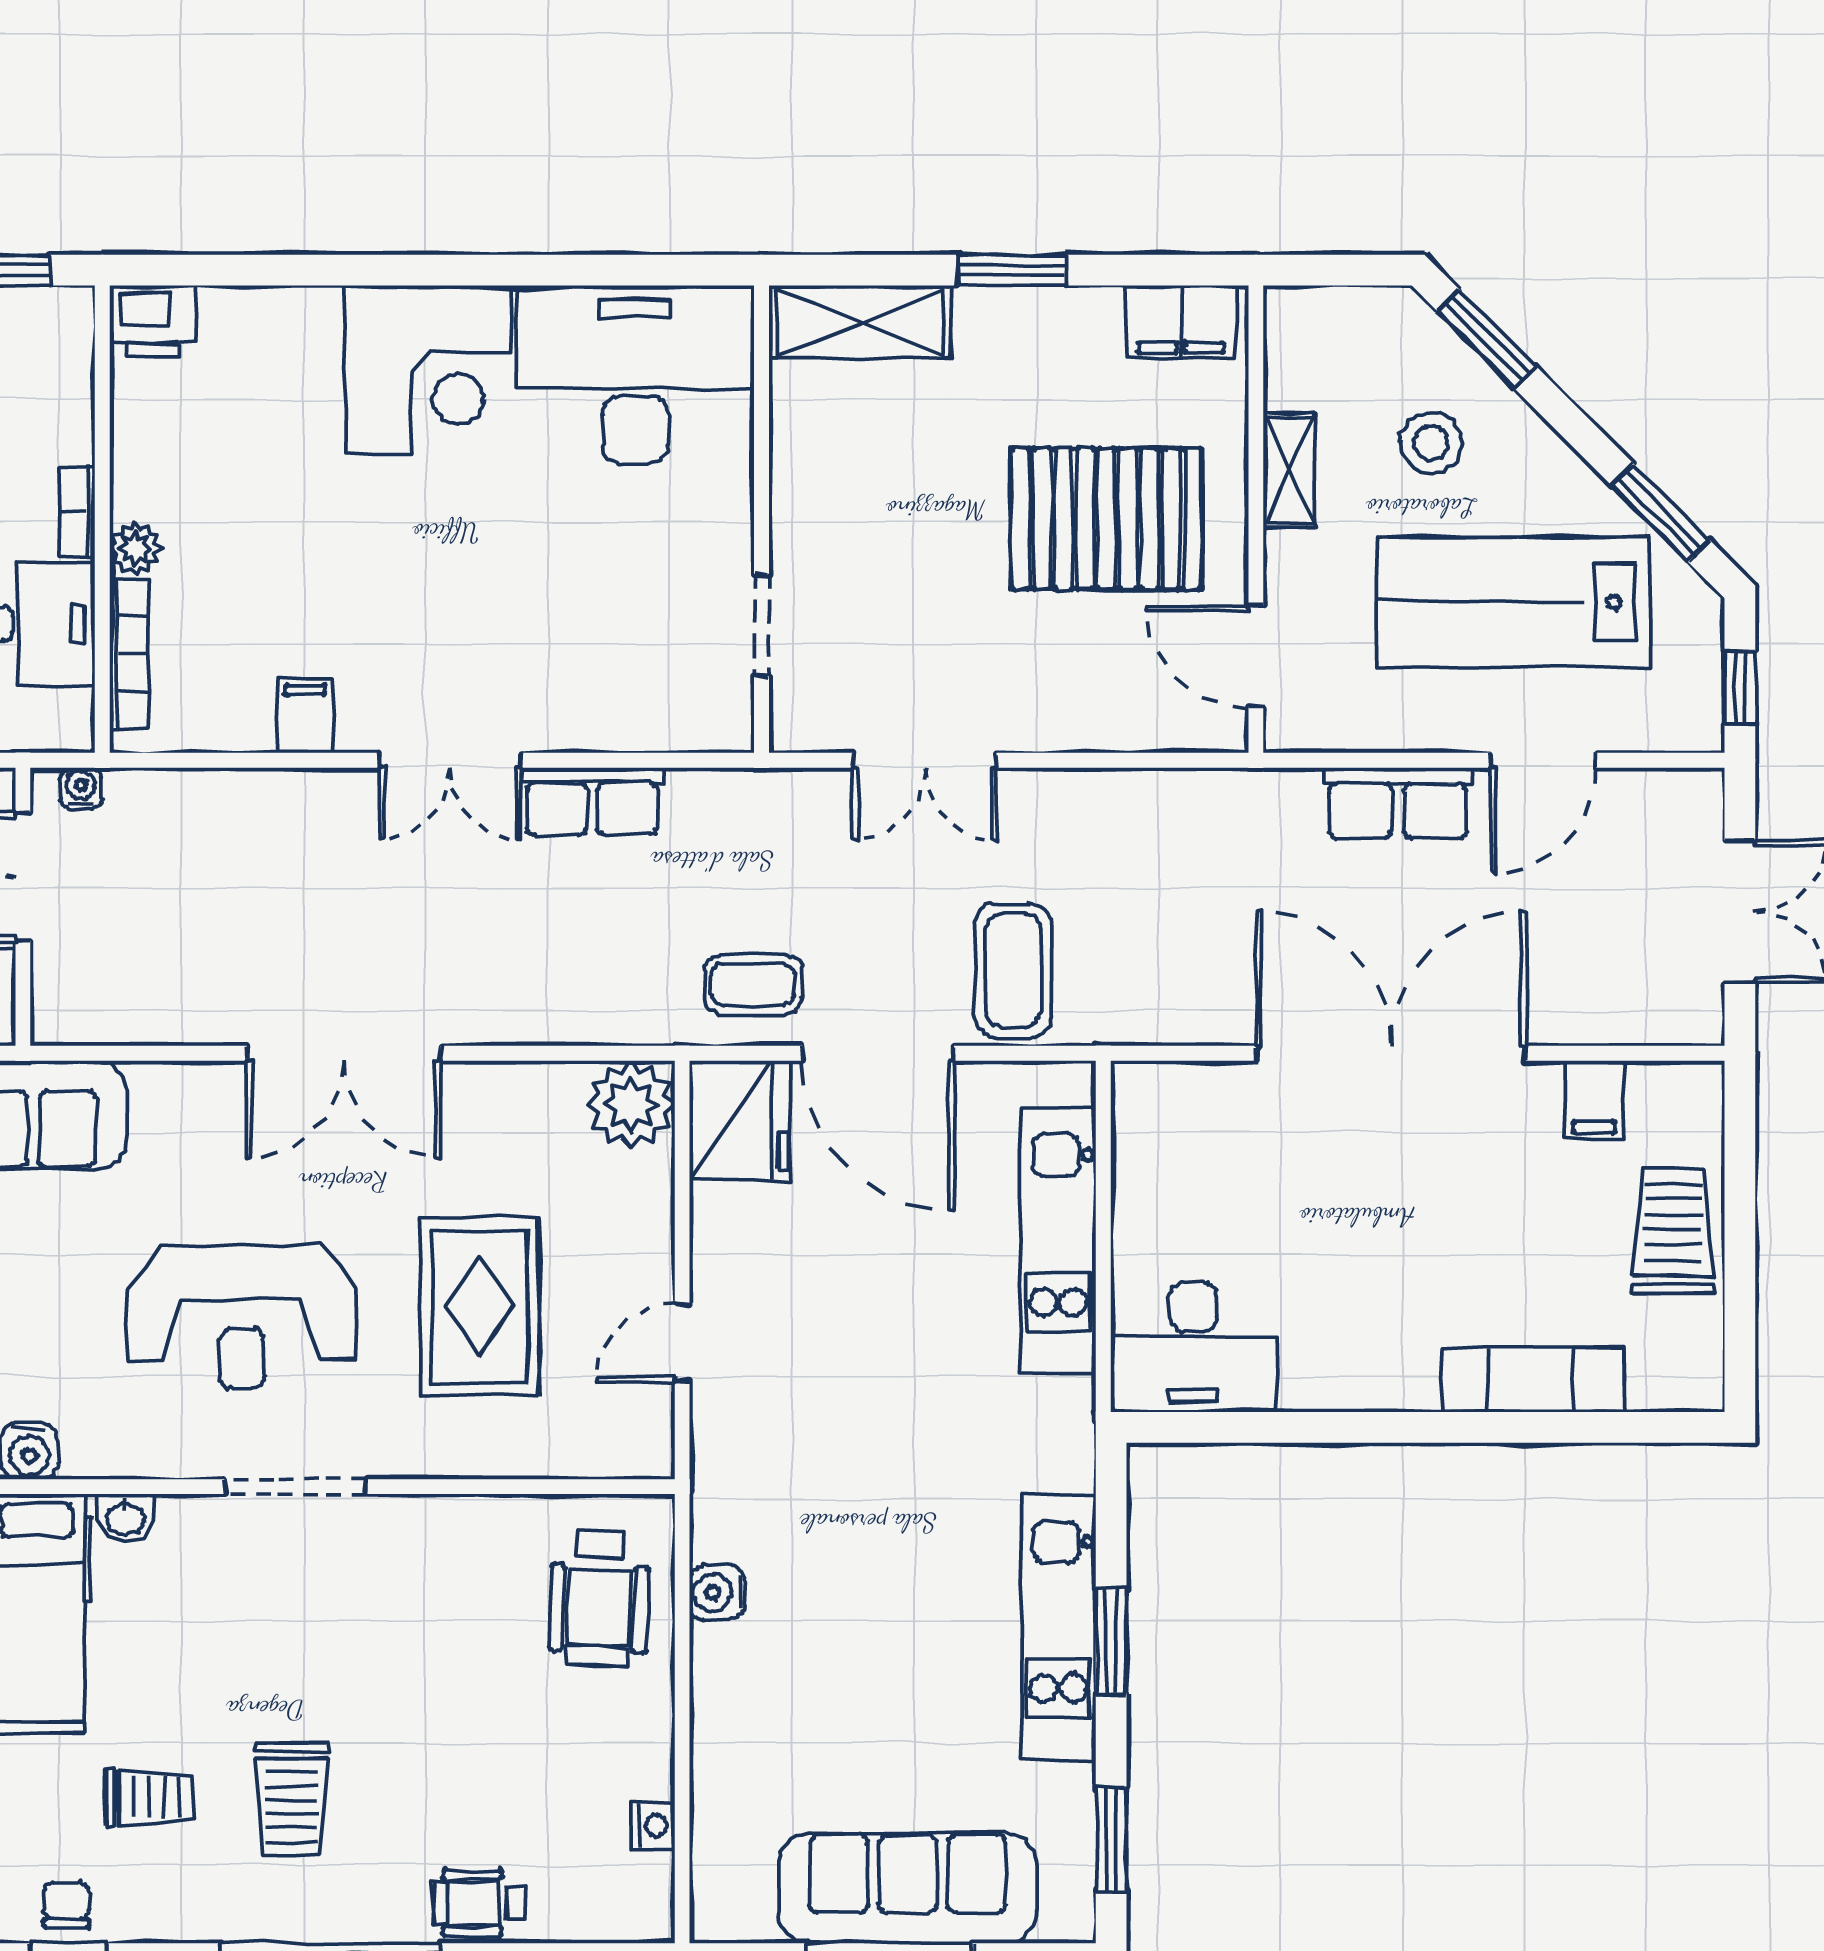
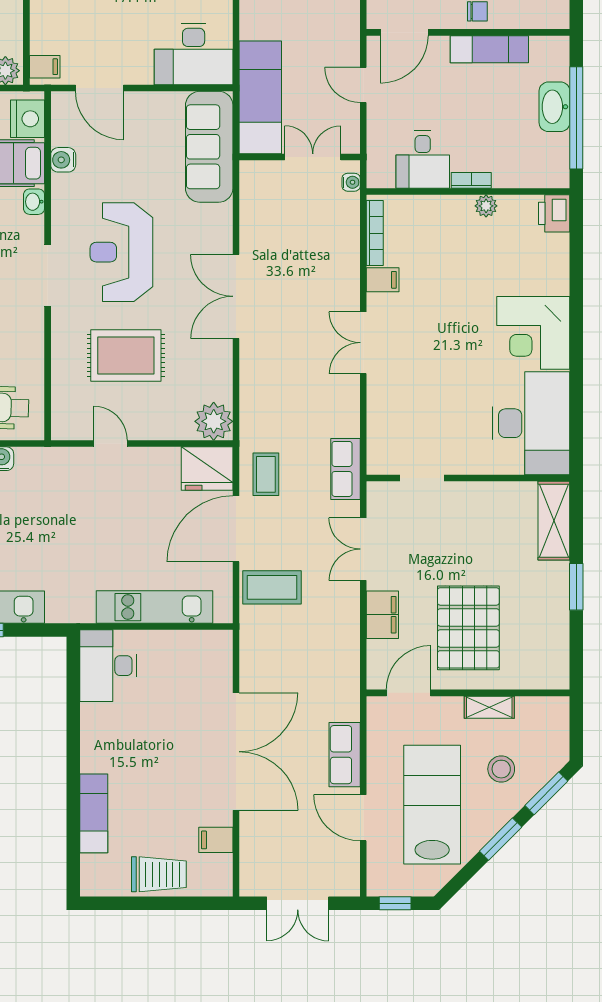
filing cabinet: (1181, 322) -> (382, 615), moved, turned 180
window: (1661, 513) -> (501, 839), moved
plant: (135, 548) -> (486, 206), moved
bookcase: (129, 654) -> (375, 233), moved, turned -90
row of seats: (592, 801) -> (345, 469), moved

